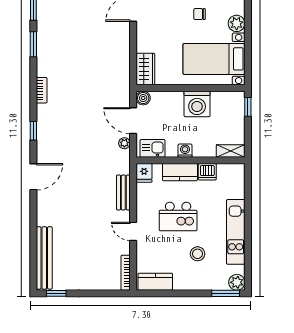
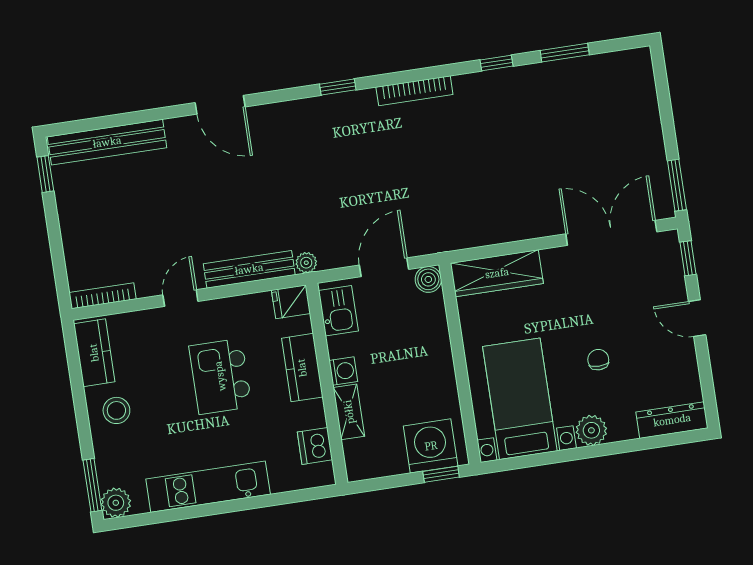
window: (33, 44) -> (497, 63), width x0.67
wardrobe: (145, 69) -> (497, 273), width x1.50
bookcase: (42, 90) -> (414, 91), width x1.56
washing machine: (197, 104) -> (431, 446), moved, turned 90
plant: (124, 143) -> (306, 263), moved
shelving: (231, 151) -> (349, 412), moved
dishwasher: (207, 172) -> (315, 446), moved
door: (33, 177) -> (220, 105), moved
bench: (123, 192) -> (249, 269), width x1.36
stool: (198, 254) -> (116, 410), moved

